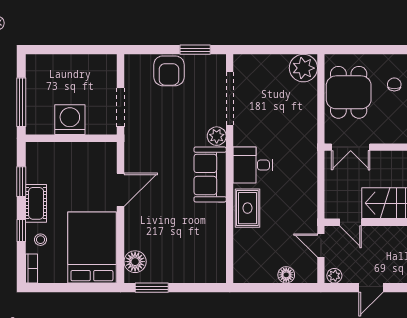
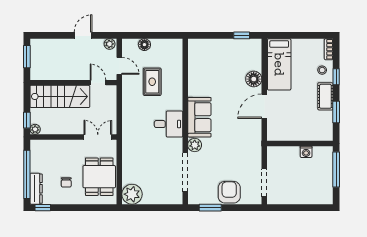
doorway: (121, 107) -> (264, 183), moved
washing machine: (70, 120) -> (306, 152), width x0.53, depth x0.53
rug: (247, 208) -> (152, 82), moved
bed: (92, 247) -> (279, 64), width x0.67
floor lamp: (135, 262) -> (254, 79), moved
window: (152, 288) -> (242, 35), width x0.67

